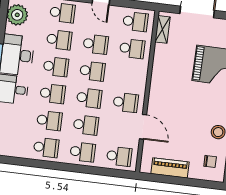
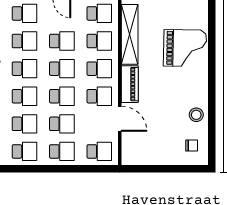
shelving: (163, 29) -> (130, 34), width x2.20, depth x1.33
school desk: (129, 76) -> (99, 69), added
piano: (170, 168) -> (130, 84), moved, turned 90

